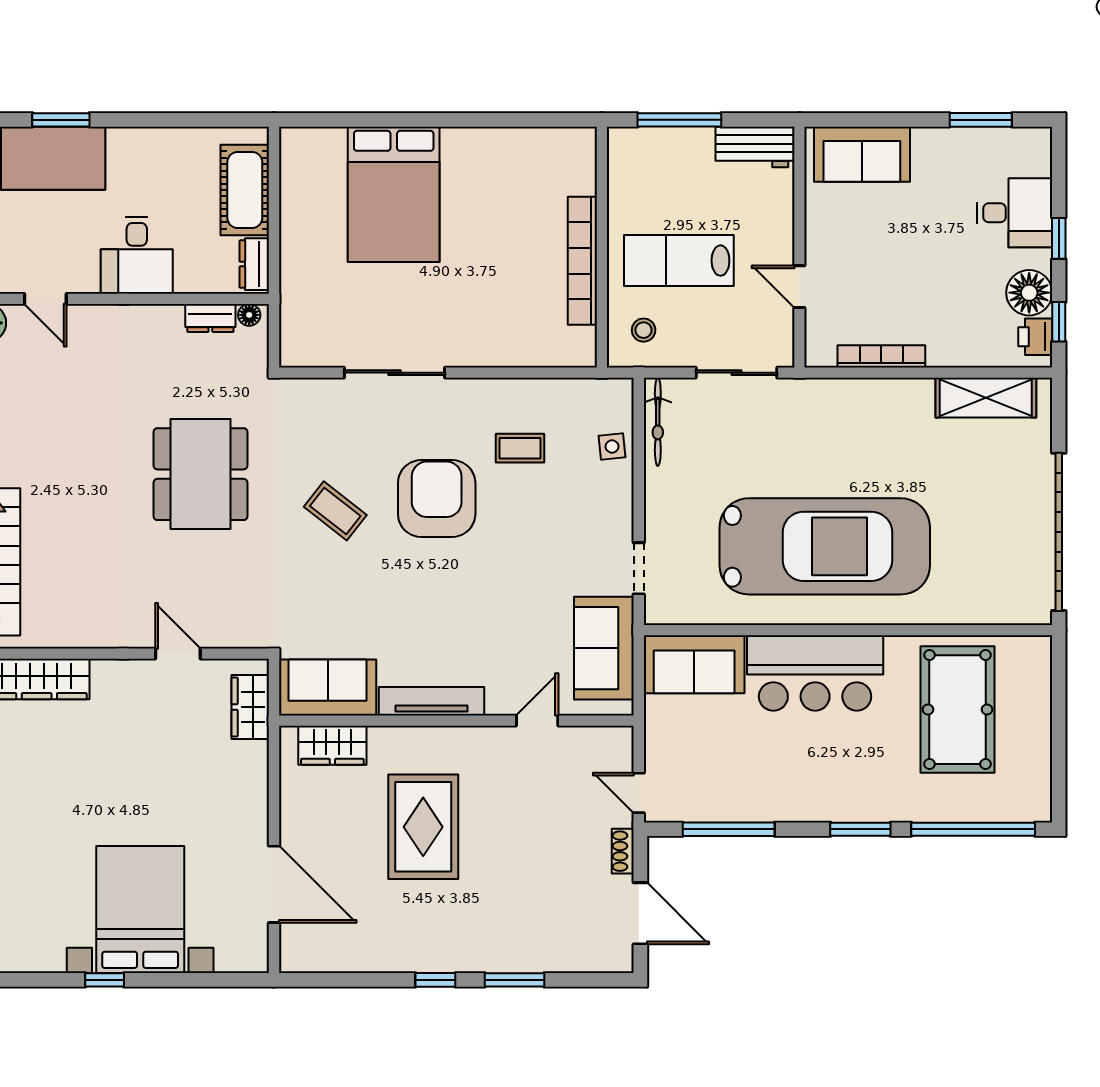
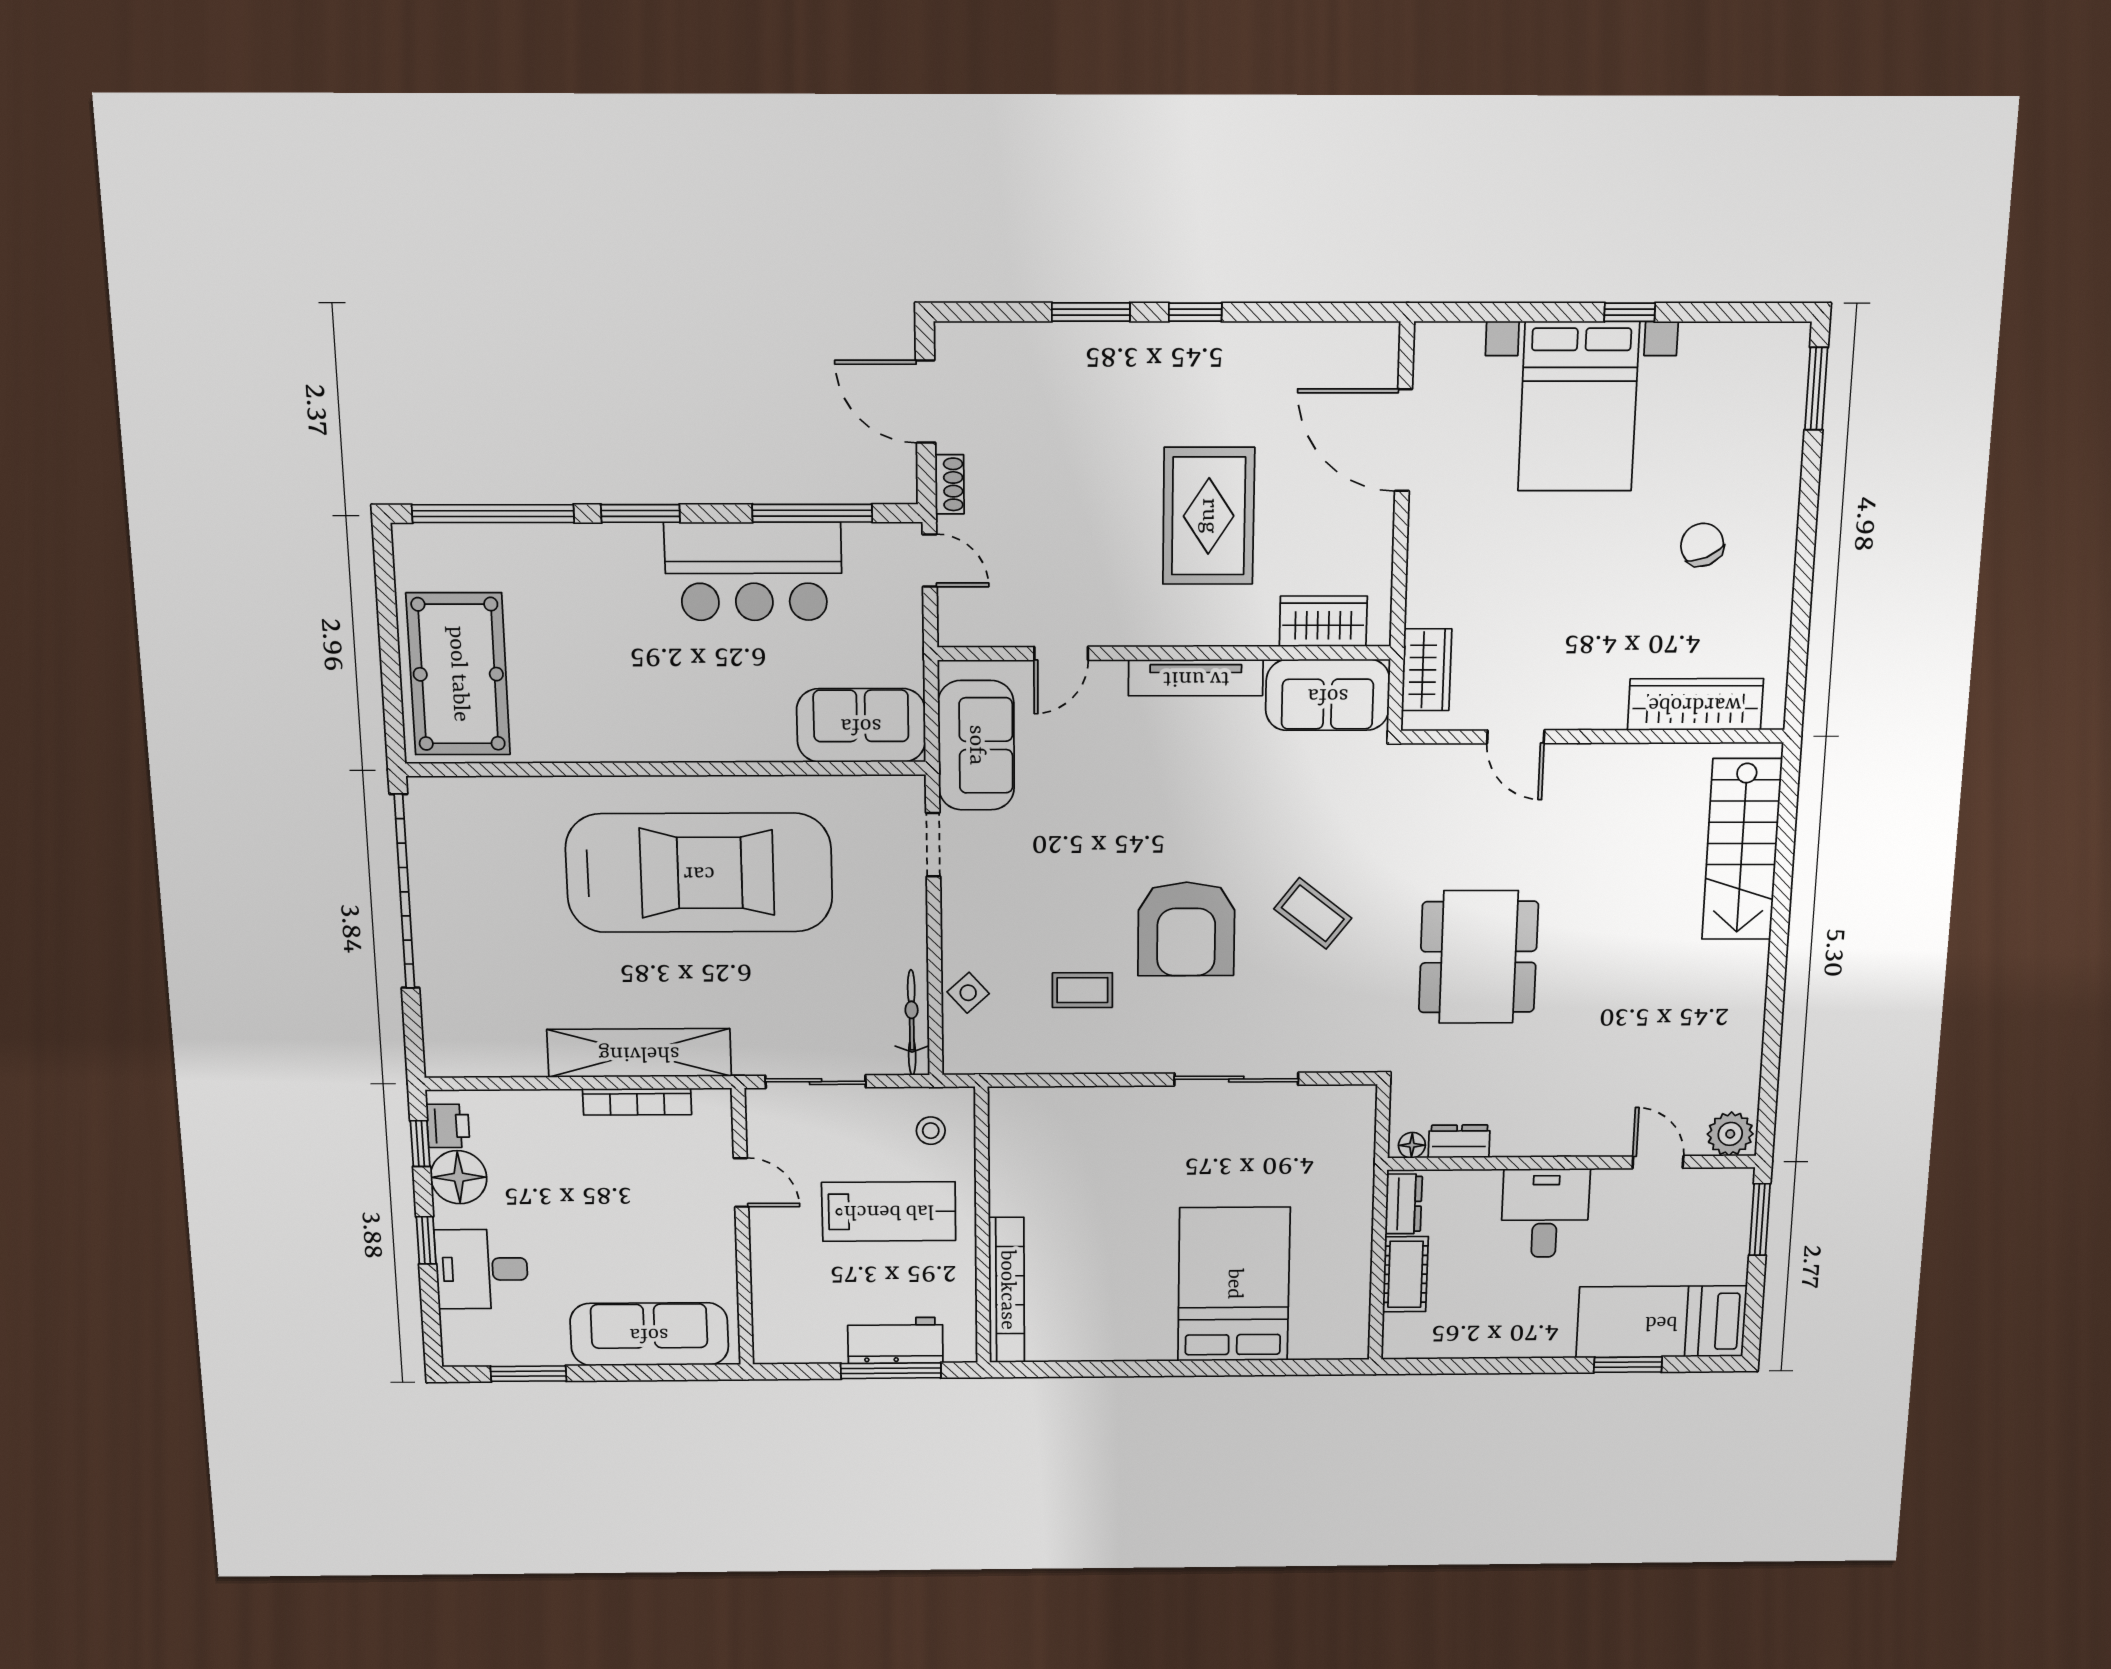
workbench: (755, 147) -> (895, 1340), moved
sofa: (862, 154) -> (649, 1334), width x1.36
cot: (245, 190) -> (1405, 1274), width x0.73, depth x0.75
bookcase: (582, 261) -> (1007, 1290), moved
shelving: (986, 398) -> (639, 1053), moved, width x1.47
side table: (612, 446) -> (968, 993), turned -36
car: (825, 546) -> (699, 873), turned 180
bar counter: (815, 673) -> (754, 571), moved, turned 180
pool table: (958, 710) -> (458, 674), moved
chair: (39, 804) -> (1702, 545), added

